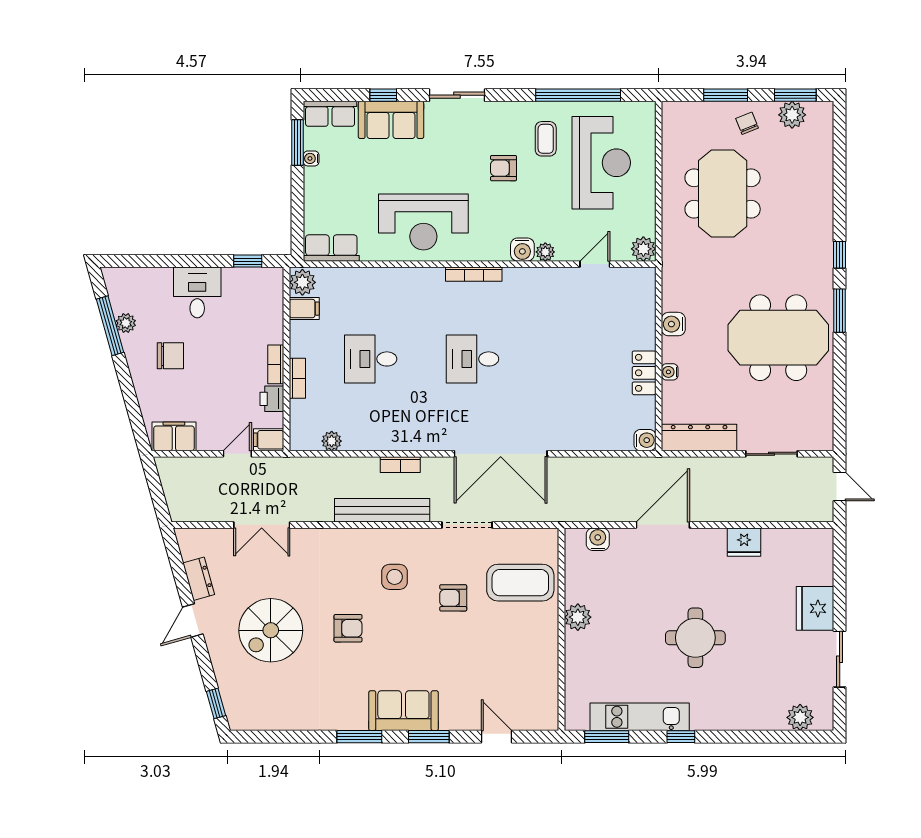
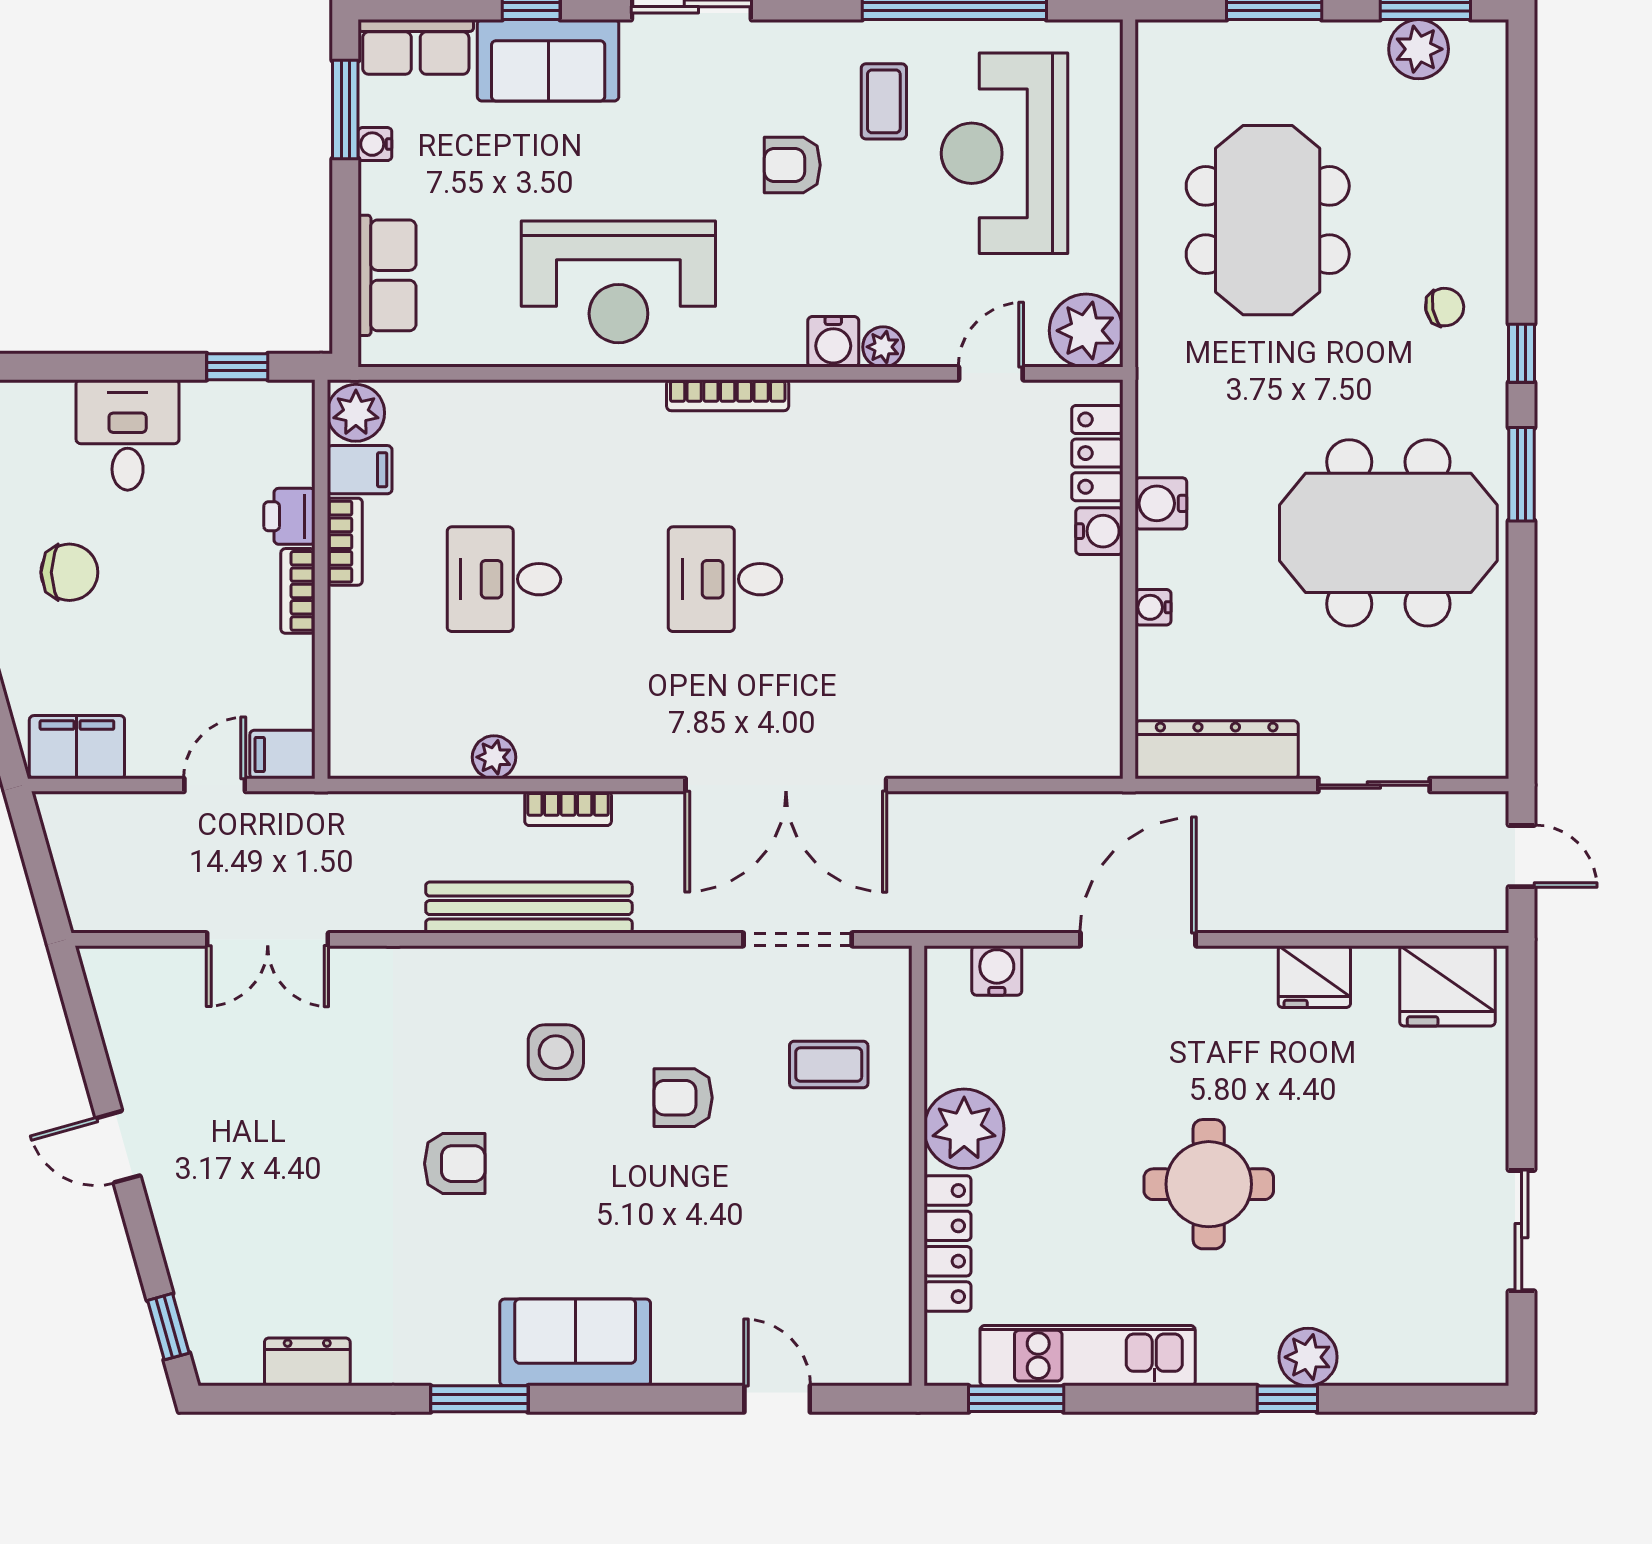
chair: (747, 123) -> (1445, 307), moved, turned 101
reception desk: (601, 163) -> (1005, 153), turned 180
row of seats: (331, 248) -> (387, 275), moved, turned 90
plant: (643, 249) -> (1086, 331), width x1.36, depth x1.36
locker: (644, 373) -> (1097, 453), moved
bookcase: (297, 378) -> (345, 542), moved
printer: (272, 399) -> (289, 516), moved
water cooler: (645, 440) -> (1099, 531), moved
plant: (332, 441) -> (494, 757), moved
doorway: (467, 525) -> (798, 939), moved
dresser: (199, 579) -> (307, 1362), moved, turned -74
coffee table: (520, 583) -> (829, 1065), width x0.54, depth x0.58
fridge: (815, 608) -> (1447, 986), moved, turned -90
plant: (578, 617) -> (964, 1129), width x1.36, depth x1.36
door: (193, 621) -> (118, 1147), hinge flipped
spiral stairs: (271, 630) -> (287, 1168), removed
locker: (575, 665) -> (948, 1244), added
plant: (800, 717) -> (1308, 1357), moved
window: (429, 737) -> (630, 1399), removed
window: (681, 737) -> (1287, 1399), moved

